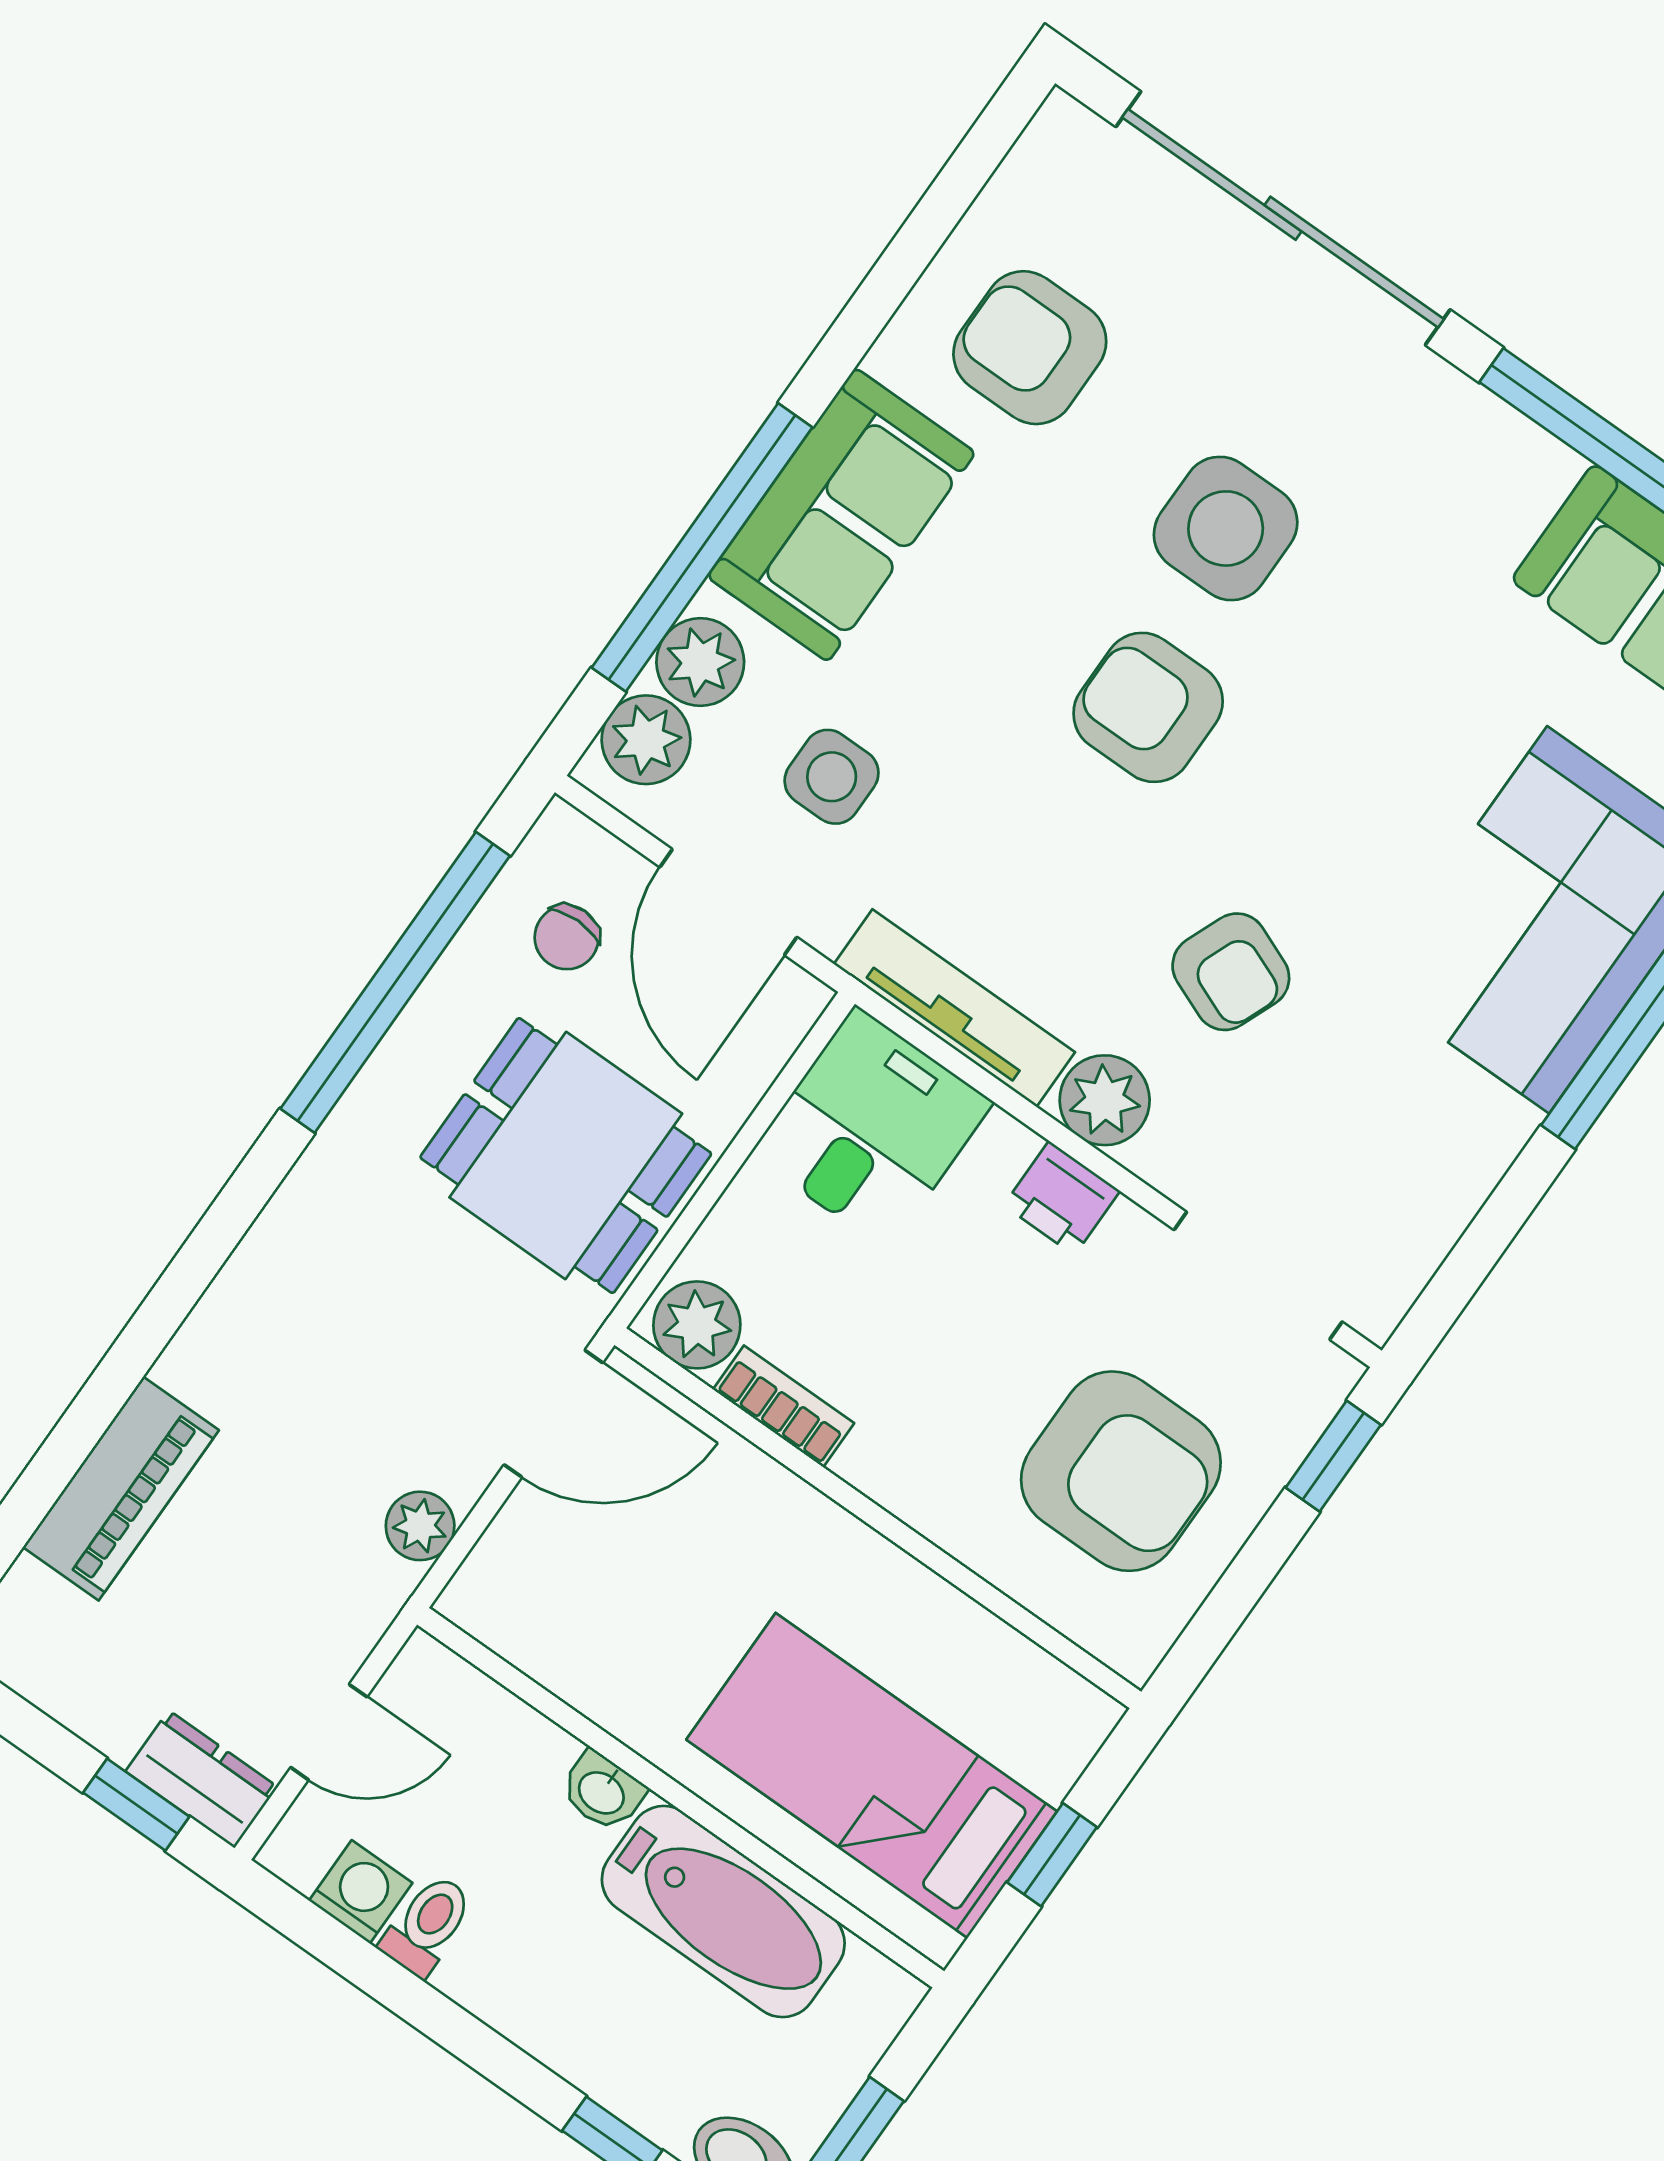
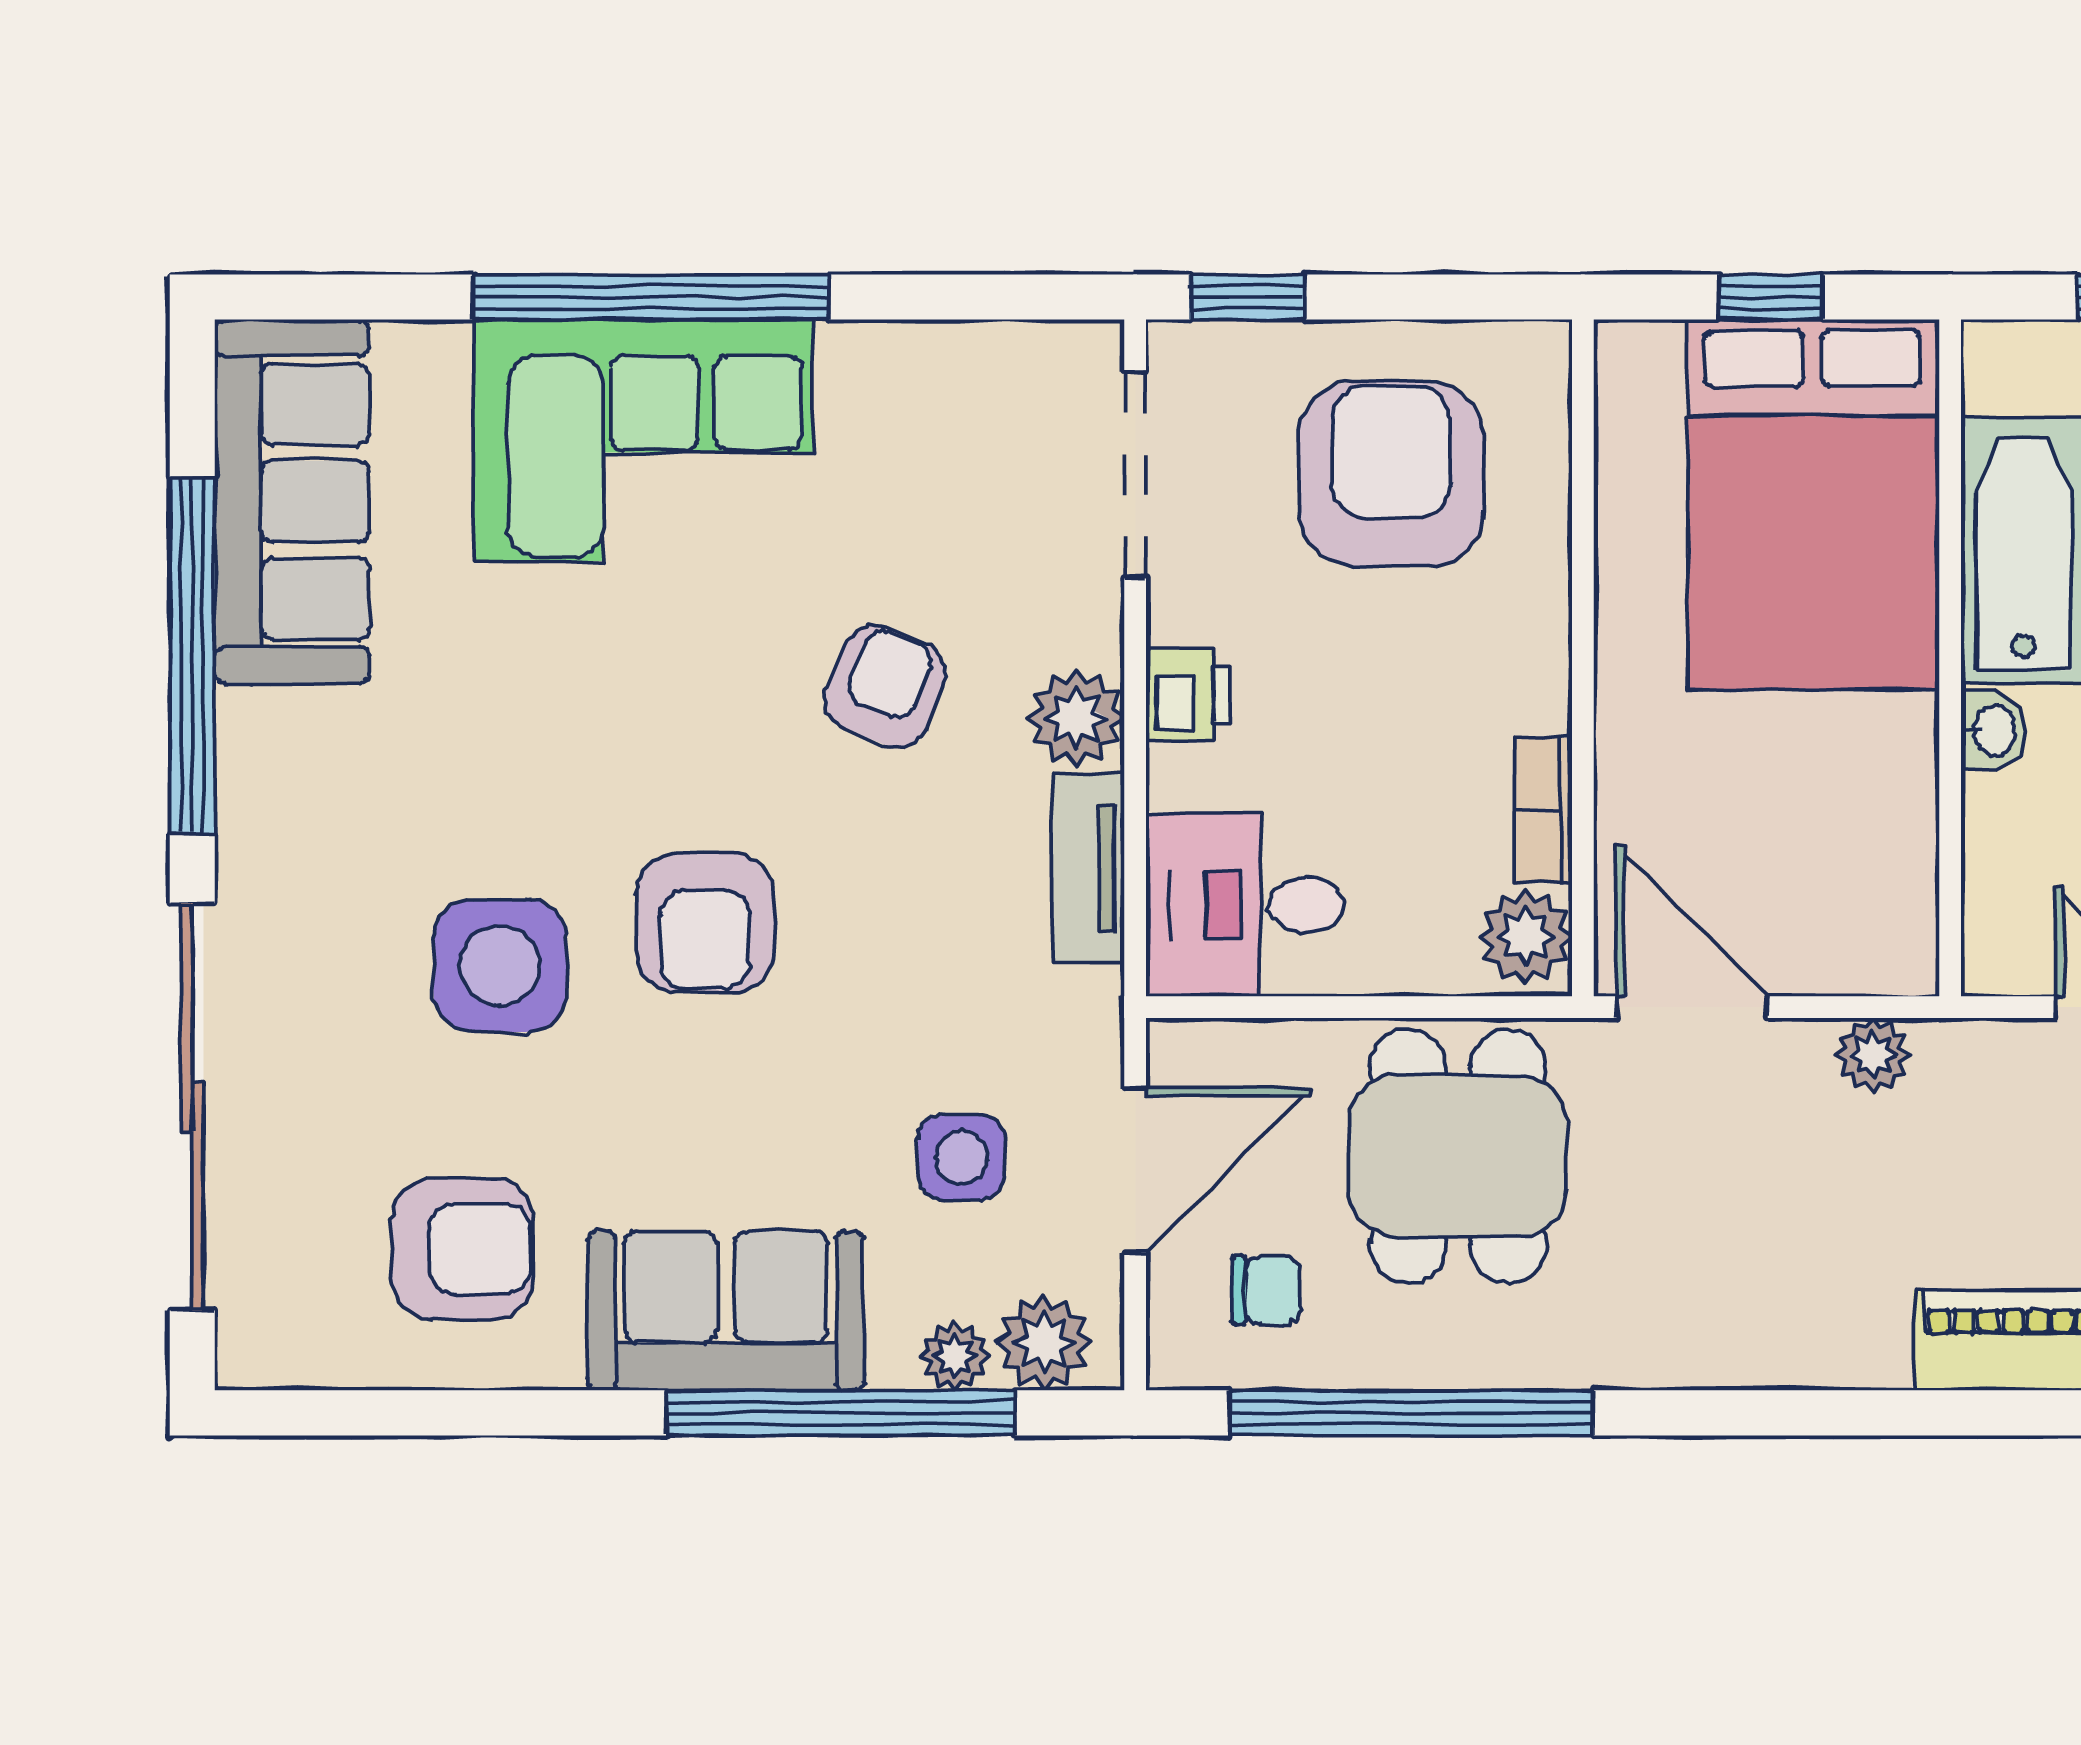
armchair: (1030, 348) -> (462, 1249), turned -90
plant: (700, 662) -> (955, 1356), width x0.73, depth x0.73
tv unit: (954, 1008) -> (1088, 868), width x0.71
bed: (872, 1775) -> (1813, 504), width x1.50

